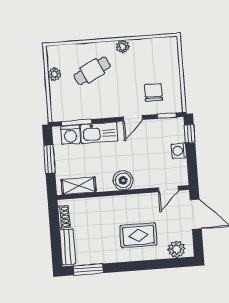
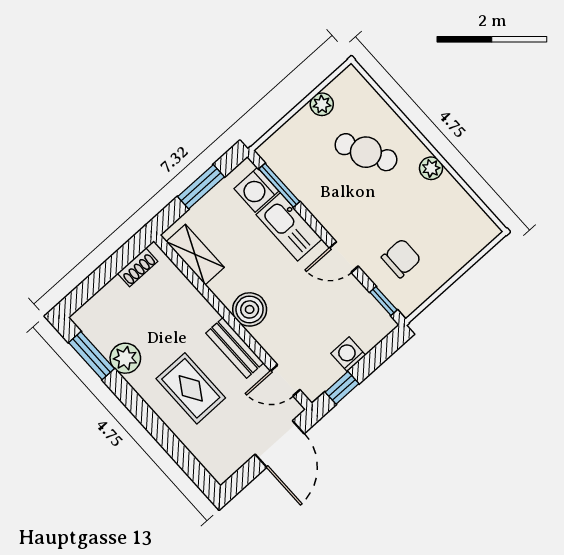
window: (190, 134) -> (342, 388), moved
bench: (68, 247) -> (235, 348), moved, turned 90
plant: (176, 249) -> (125, 358), moved

